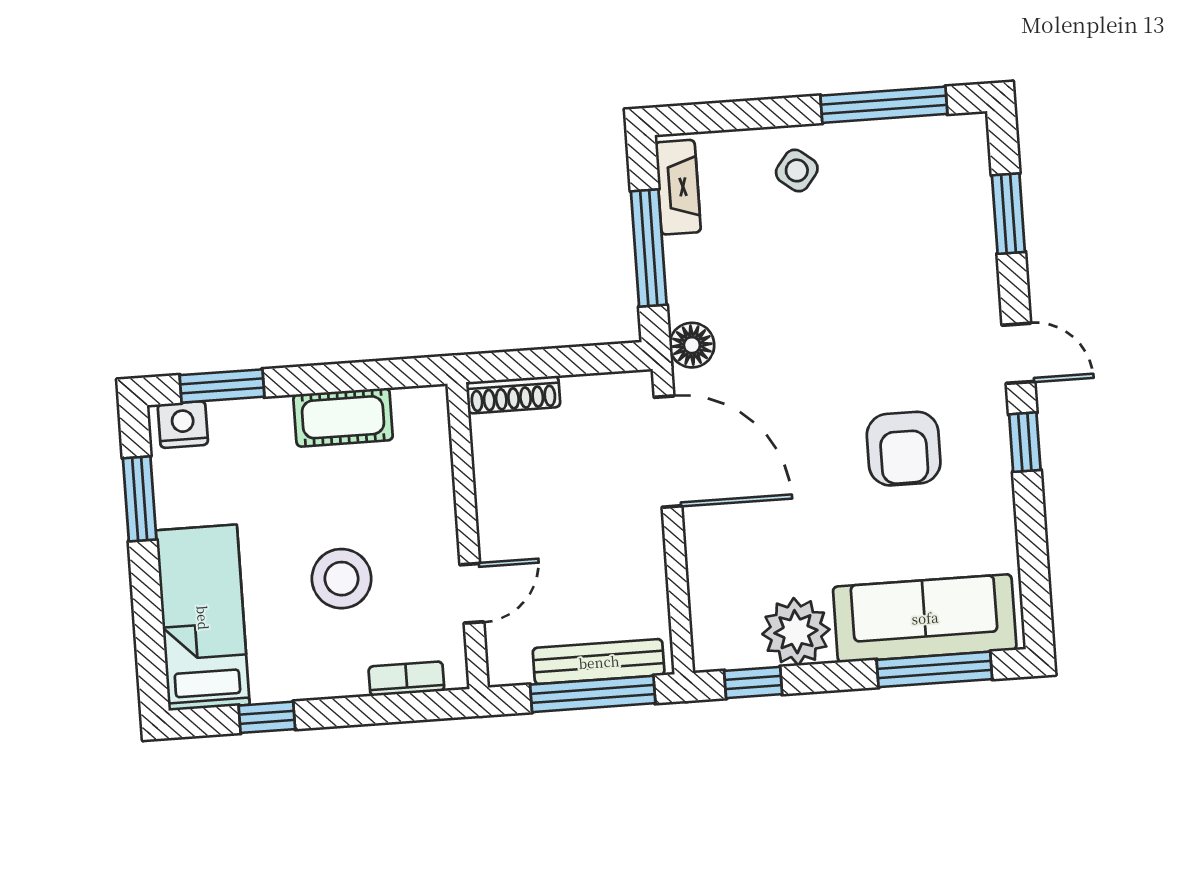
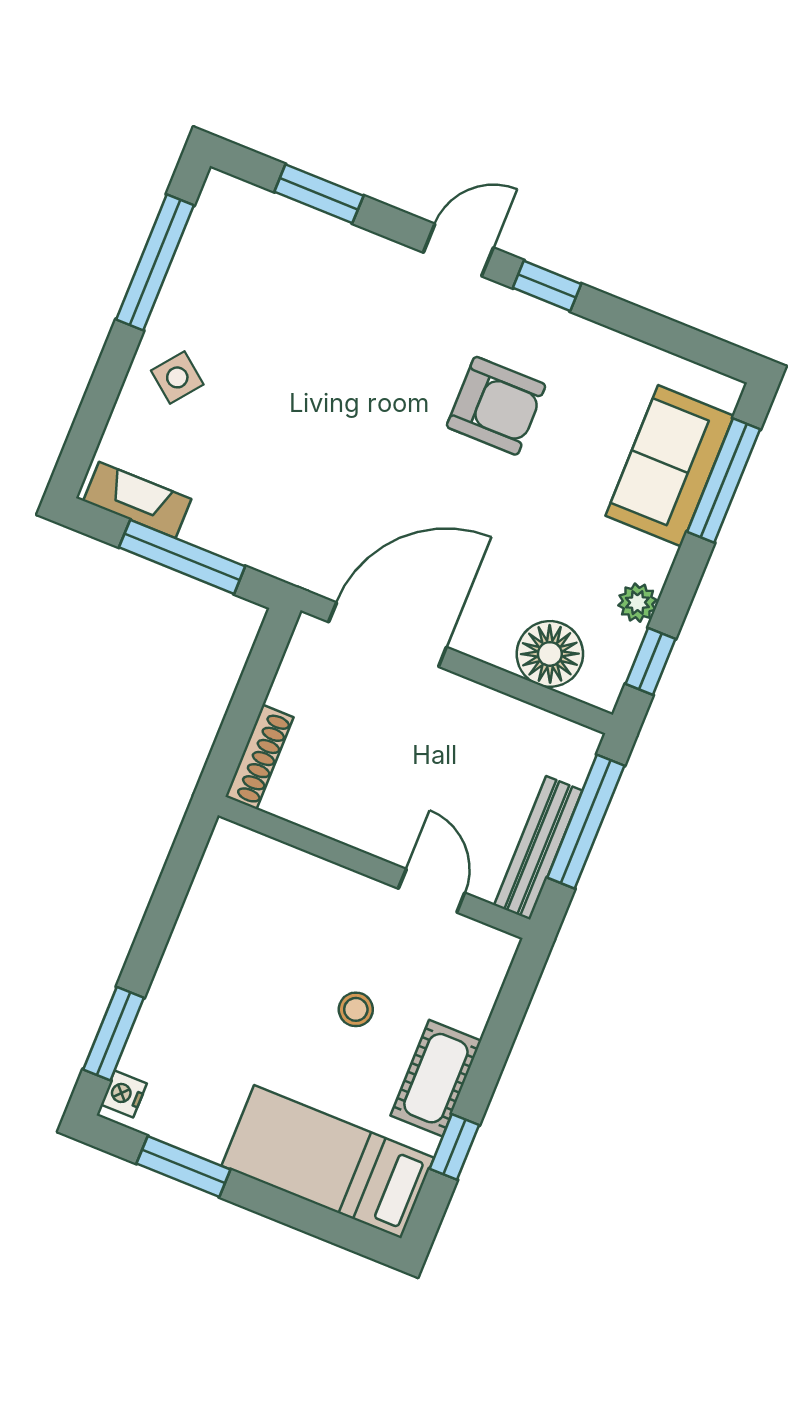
floor lamp: (692, 345) -> (550, 654), moved, width x1.38, depth x1.38
cot: (343, 417) -> (436, 1078), moved
nightstand: (183, 425) -> (124, 1094), width x0.72, depth x0.74
stool: (342, 579) -> (356, 1009), width x0.53, depth x0.53
sofa: (925, 618) -> (670, 466), width x0.73
plant: (796, 632) -> (637, 603), width x0.53, depth x0.53
bench: (599, 662) -> (538, 848), moved
bookcase: (406, 679) -> (483, 994), removed

